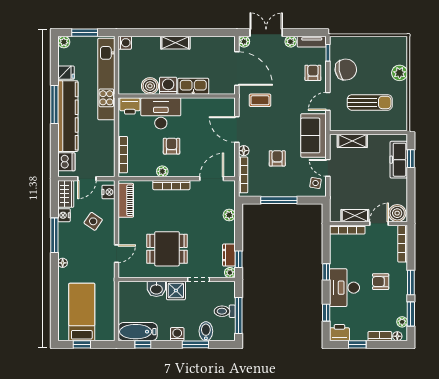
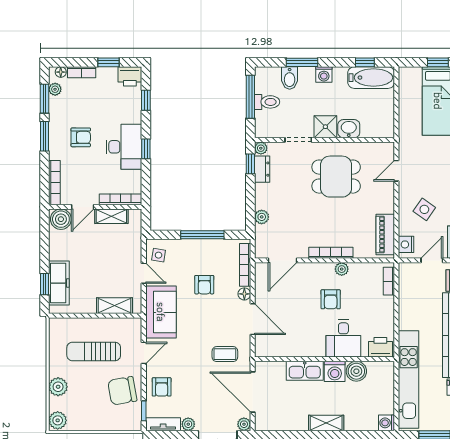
plant: (400, 45) -> (58, 420), added
desk: (161, 113) -> (343, 338), width x0.73
bookcase: (123, 155) -> (389, 281), width x0.64
desk: (344, 288) -> (124, 147), moved

